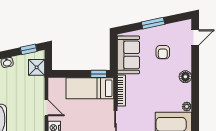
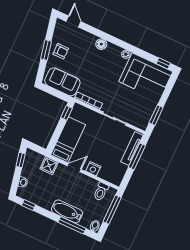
armchair: (163, 52) -> (61, 51), moved
shower: (37, 67) -> (49, 165), moved
bed: (90, 88) -> (68, 140), moved, turned 180

